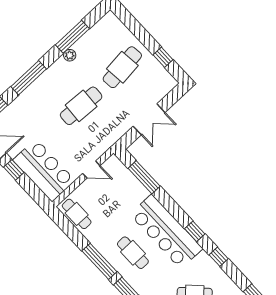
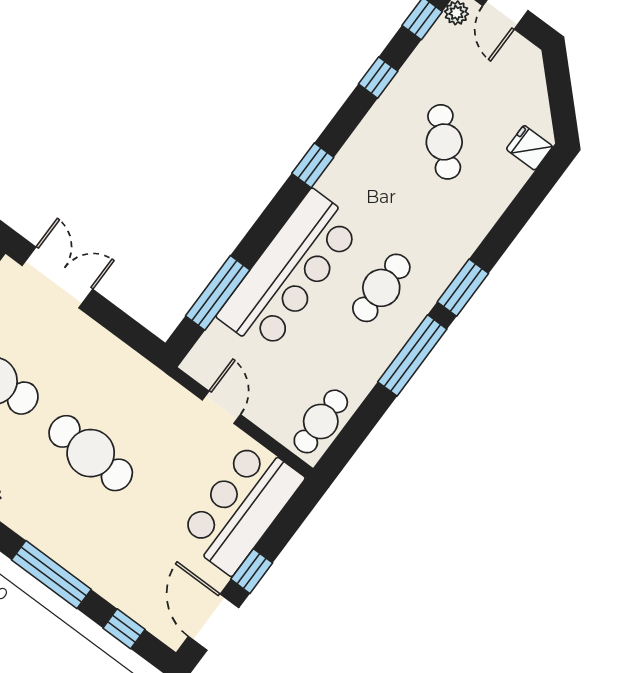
double door: (149, 119) -> (57, 277), moved
bar counter: (166, 232) -> (290, 271), moved
window: (219, 257) -> (378, 78), moved

